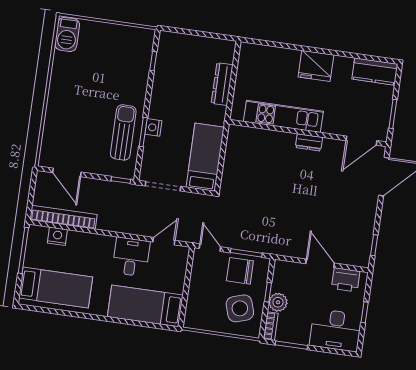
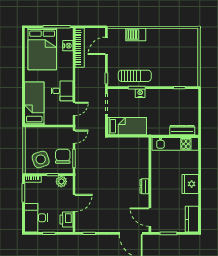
barbecue: (67, 34) -> (136, 34), moved
dresser: (222, 84) -> (182, 130), moved
kitchen unit: (283, 116) -> (175, 144), moved, turned 90
door: (164, 241) -> (74, 109), hinge flipped
bed: (56, 288) -> (42, 49), width x1.50
plant: (278, 302) -> (61, 181), moved

